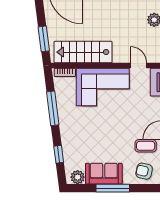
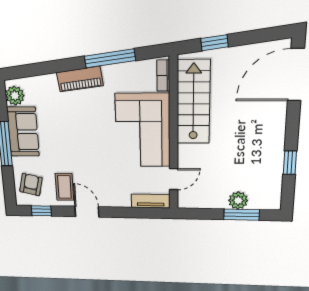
window: (44, 39) -> (214, 43), width x0.67
piano: (66, 130) -> (80, 79), added
window: (59, 154) -> (44, 68), removed

